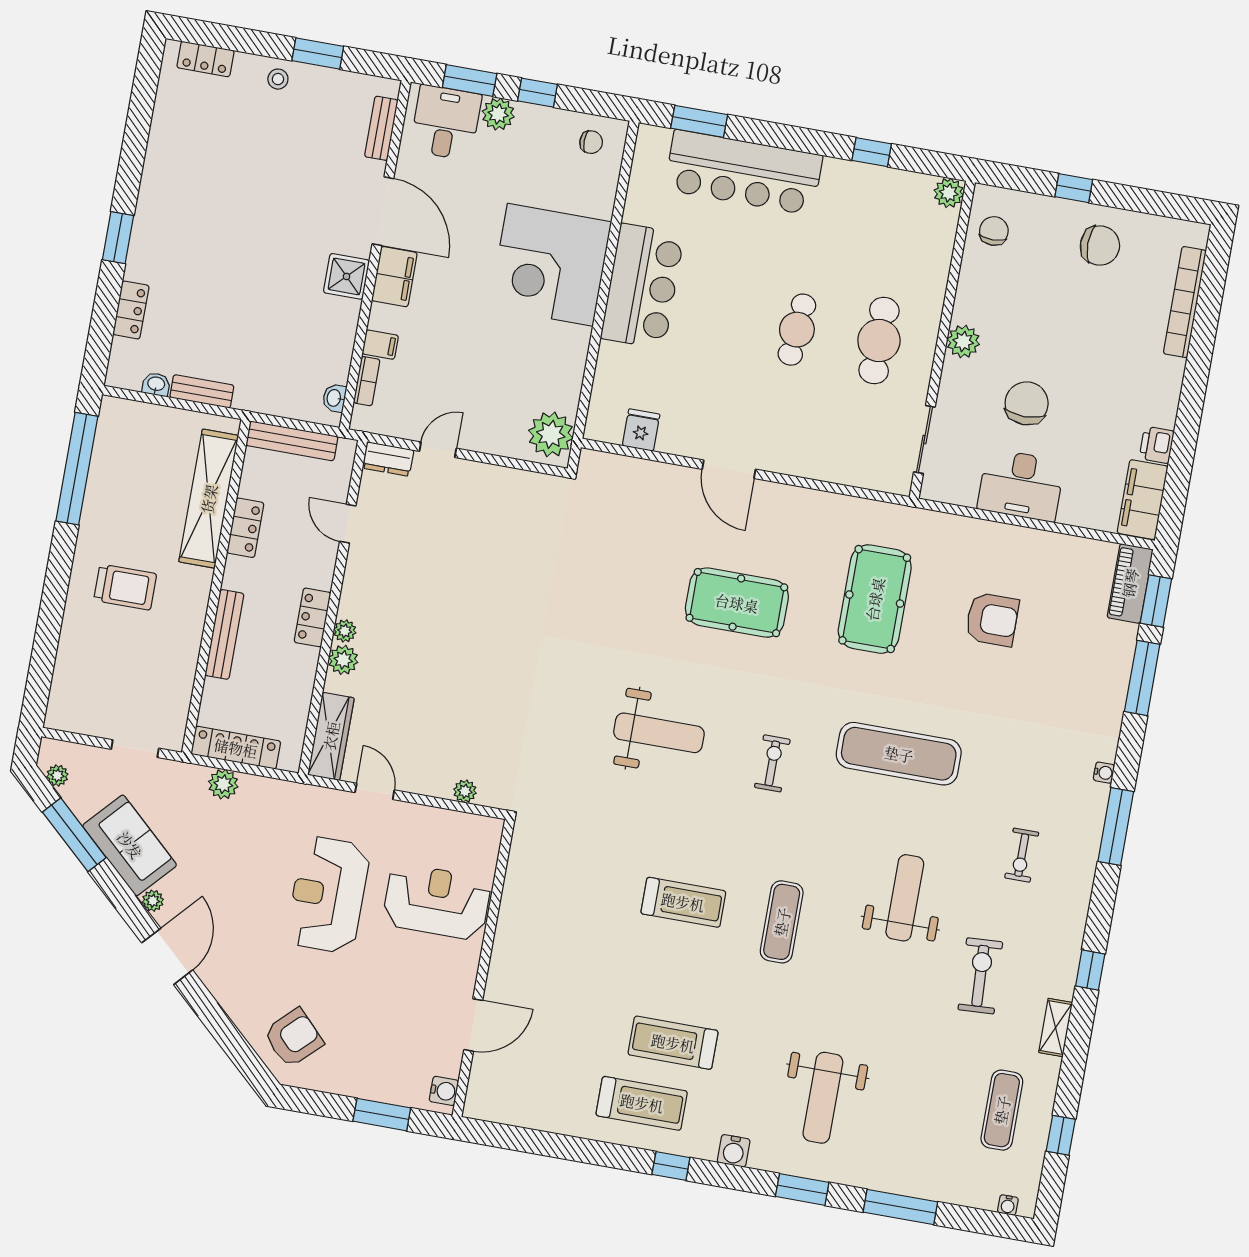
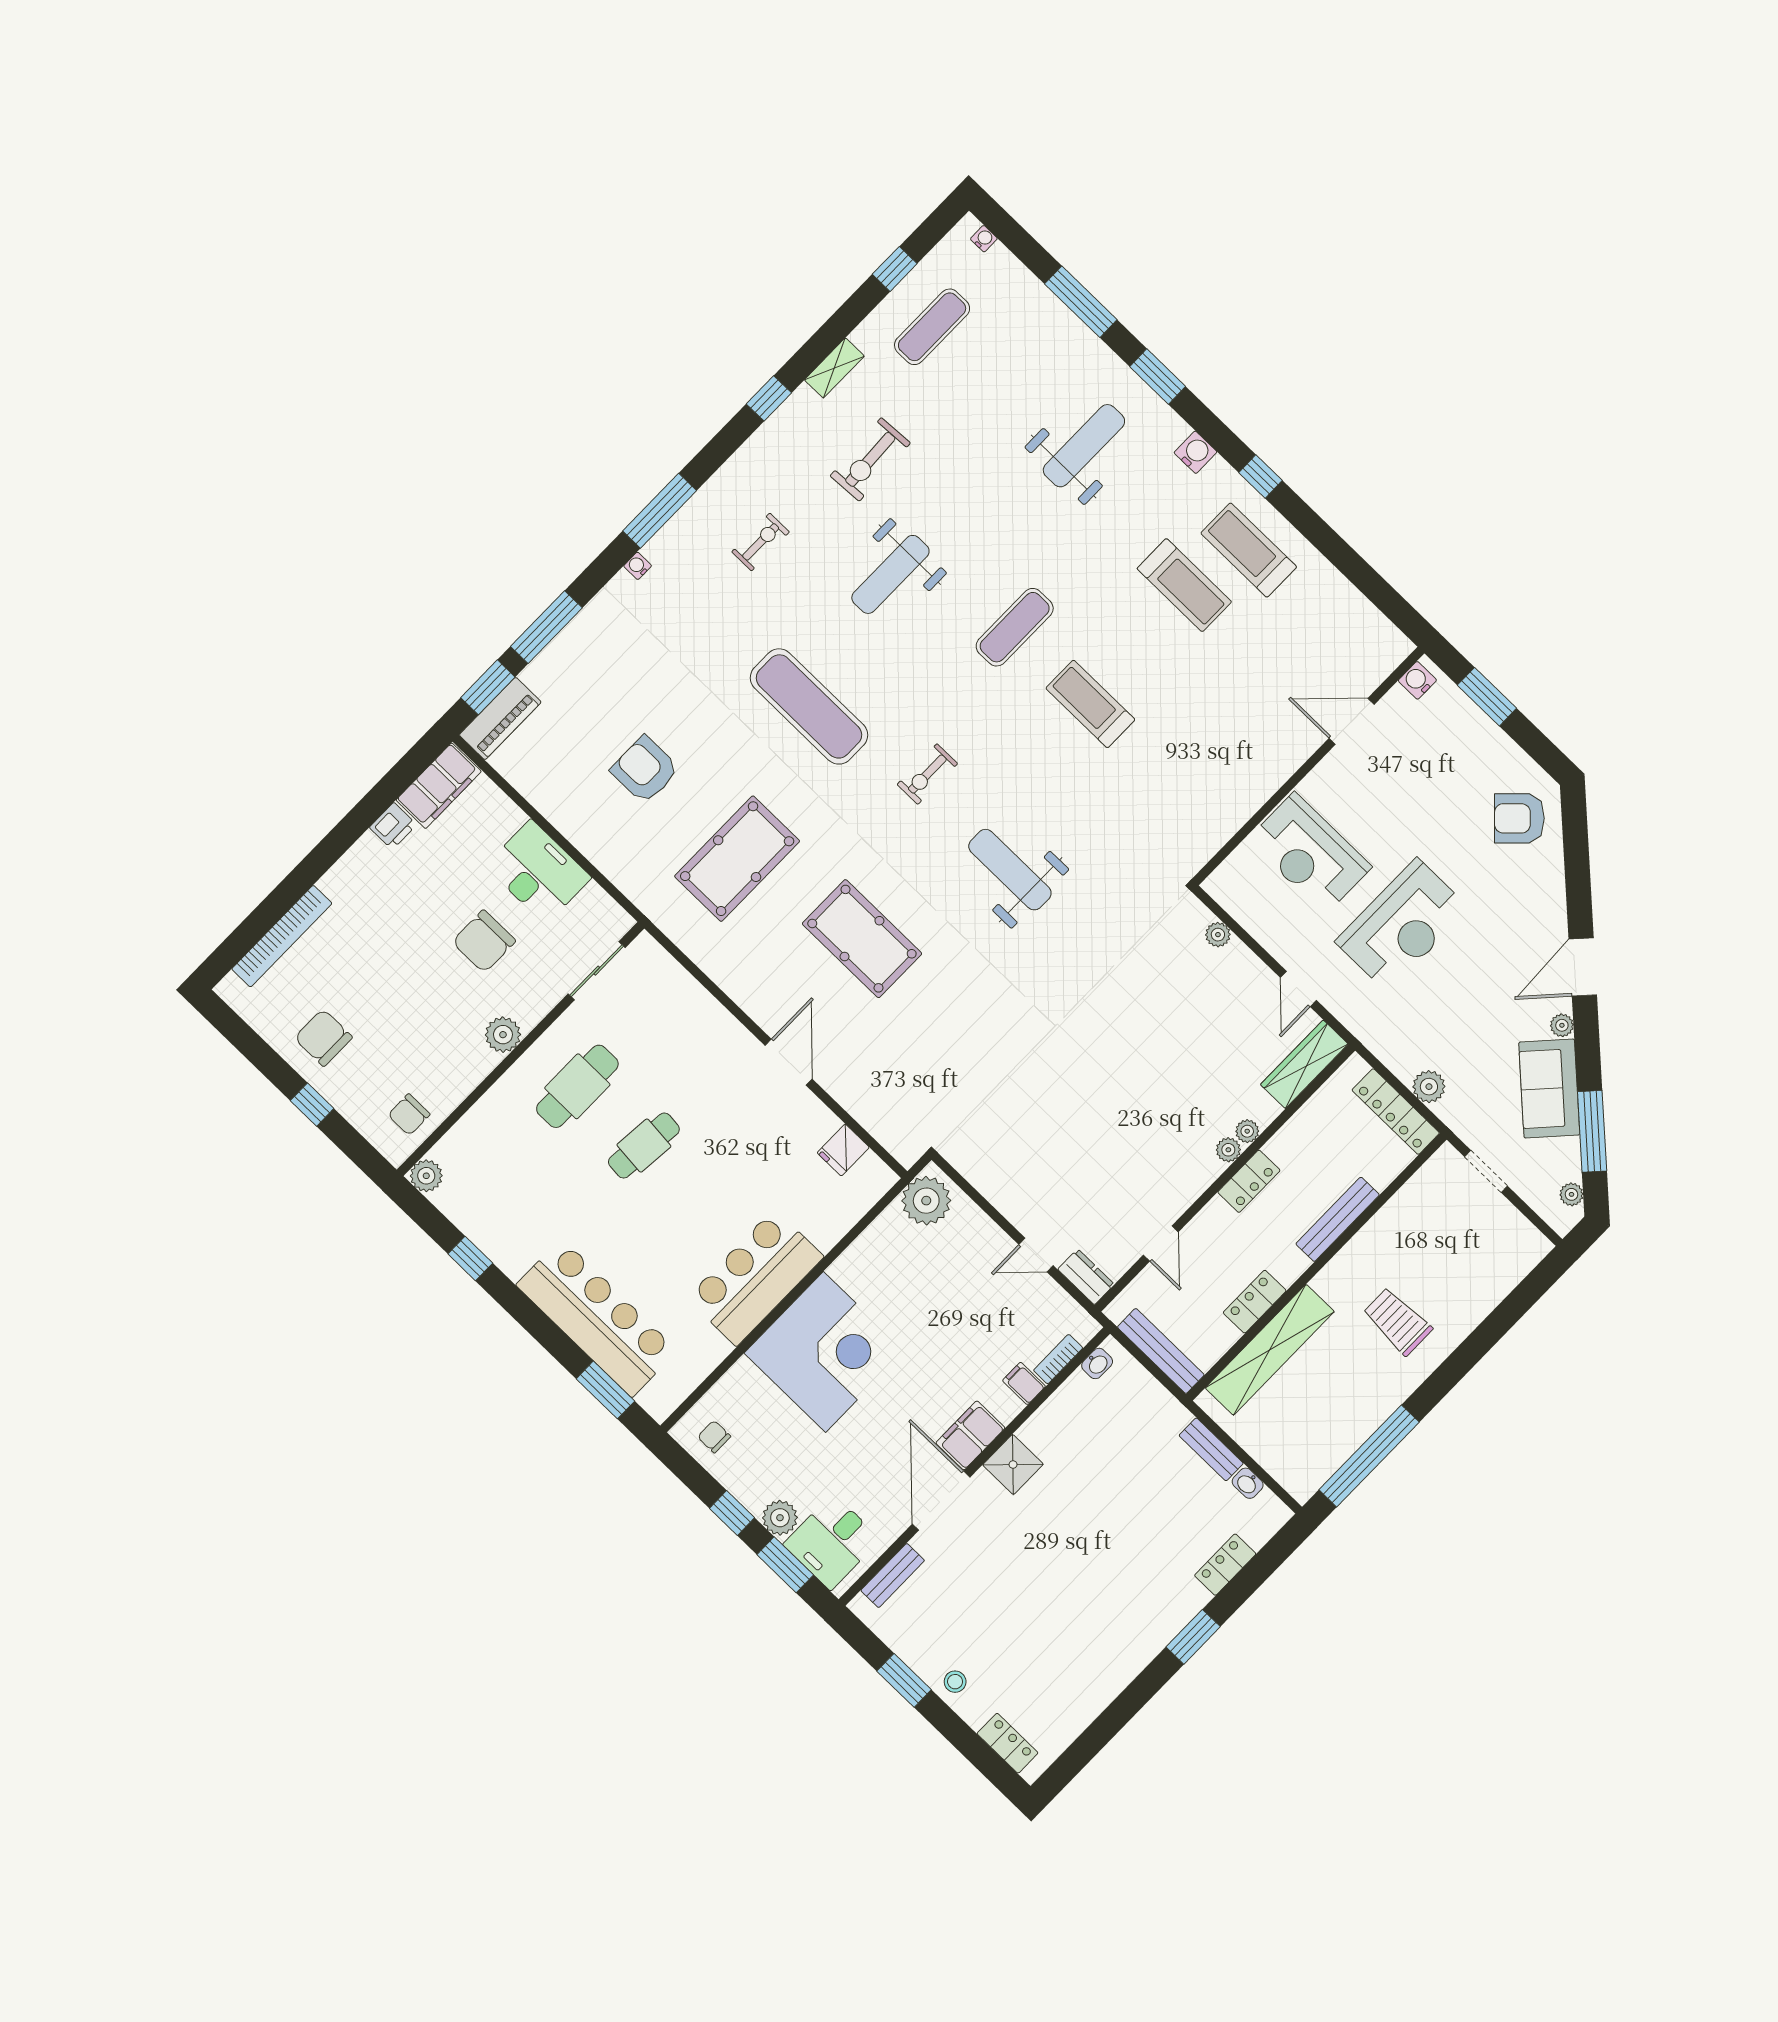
plant: (343, 660) -> (1247, 1131), width x0.73, depth x0.73

